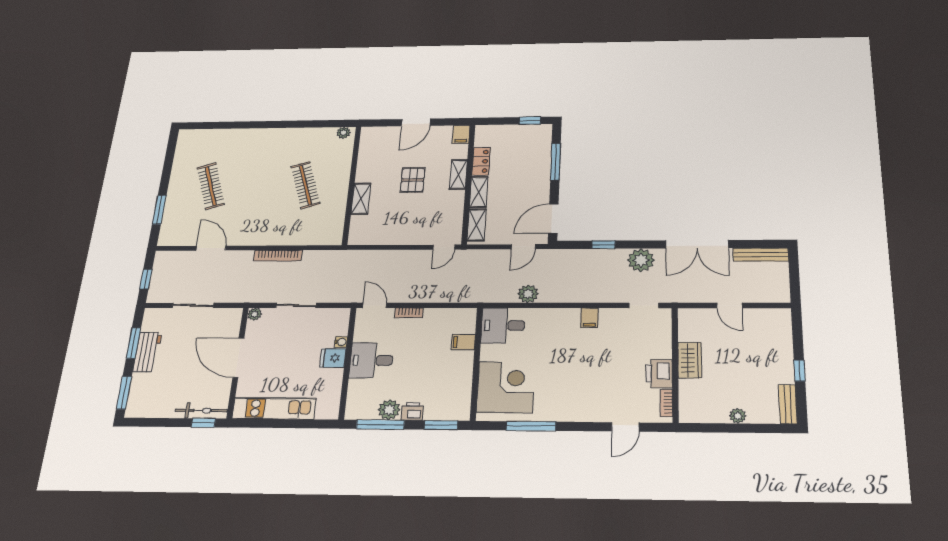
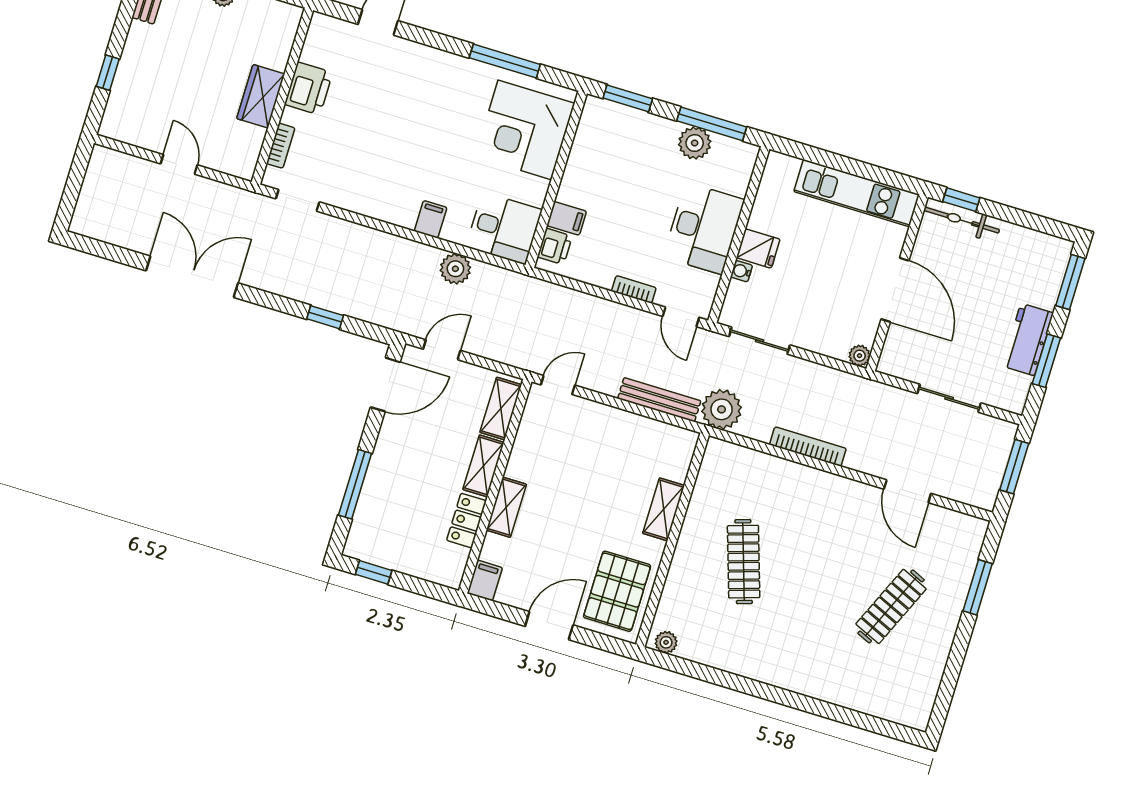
pallet: (413, 180) -> (617, 591), moved, width x1.50, depth x1.42
clothes rail: (211, 186) -> (891, 606), turned 42
bench: (761, 255) -> (659, 400), moved
plant: (641, 260) -> (722, 409), moved
window: (146, 279) -> (1014, 467), width x1.50
sliding door: (296, 305) -> (759, 341), moved
filing cabinet: (590, 318) -> (431, 219), moved
desk: (371, 360) -> (704, 228), width x1.37
window: (799, 371) -> (108, 73), moved
bookcase: (666, 403) -> (281, 146), moved
printer: (412, 411) -> (555, 246), moved, turned -90

